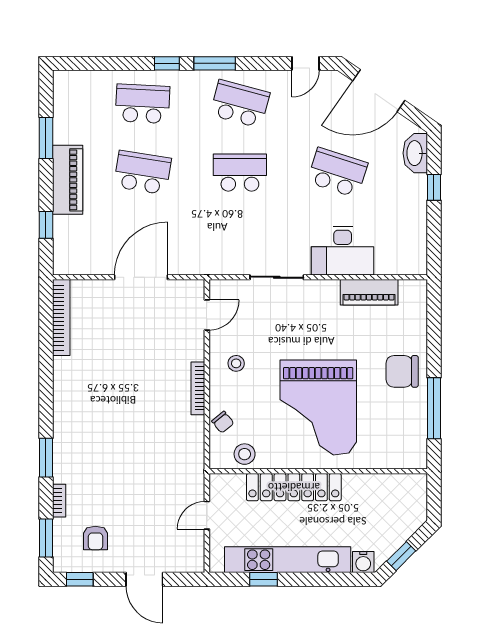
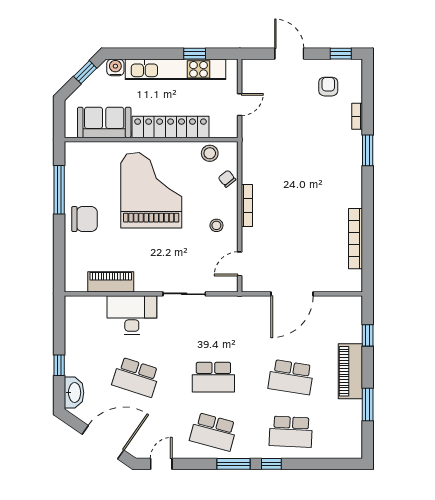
bookcase: (61, 318) -> (356, 239), moved
sofa: (377, 493) -> (104, 122), added
window: (46, 538) -> (368, 87), removed

